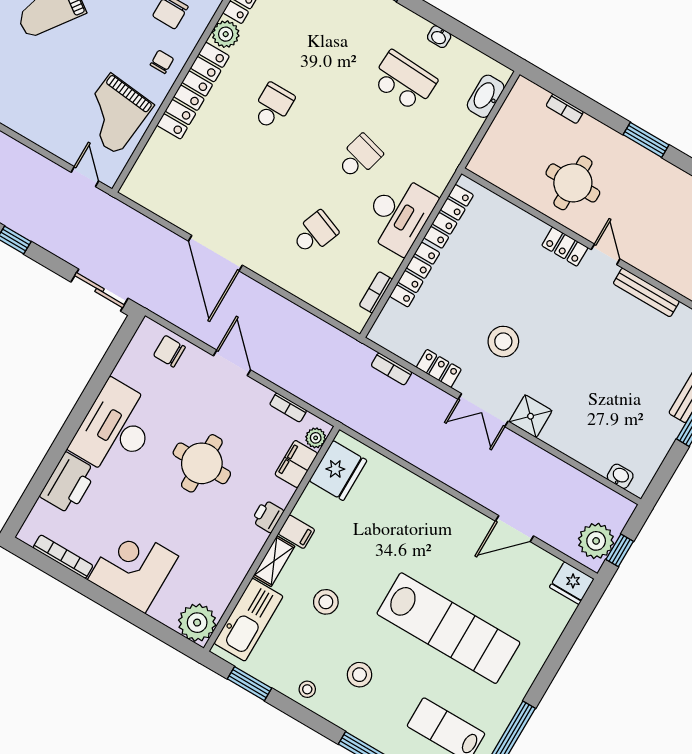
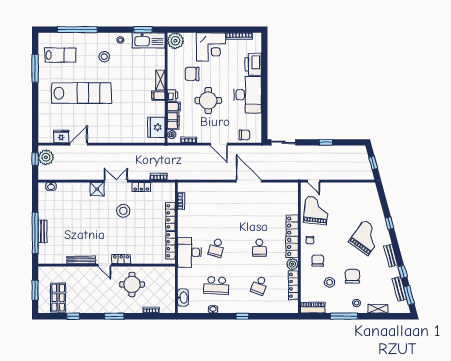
desk: (399, 214) -> (189, 252), moved
school desk: (315, 233) -> (259, 285), moved
filing cabinet: (278, 492) -> (174, 107), added
chair: (203, 536) -> (192, 74), added
fridge: (572, 583) -> (61, 136), moved
stool: (326, 602) -> (132, 76), removed
kitchen sink: (249, 620) -> (149, 40), moved, turned -90
lab bench: (448, 628) -> (81, 93), turned 180

